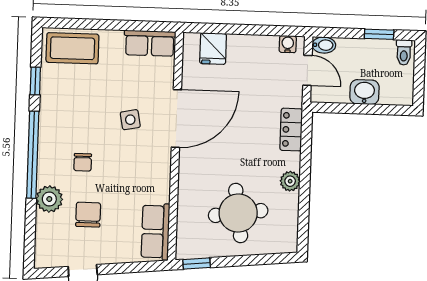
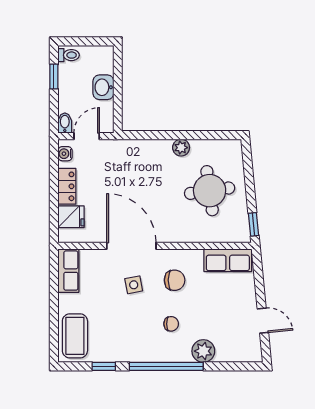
locker: (291, 130) -> (67, 186), moved, turned -90
chair: (88, 215) -> (175, 280), moved, turned 180

